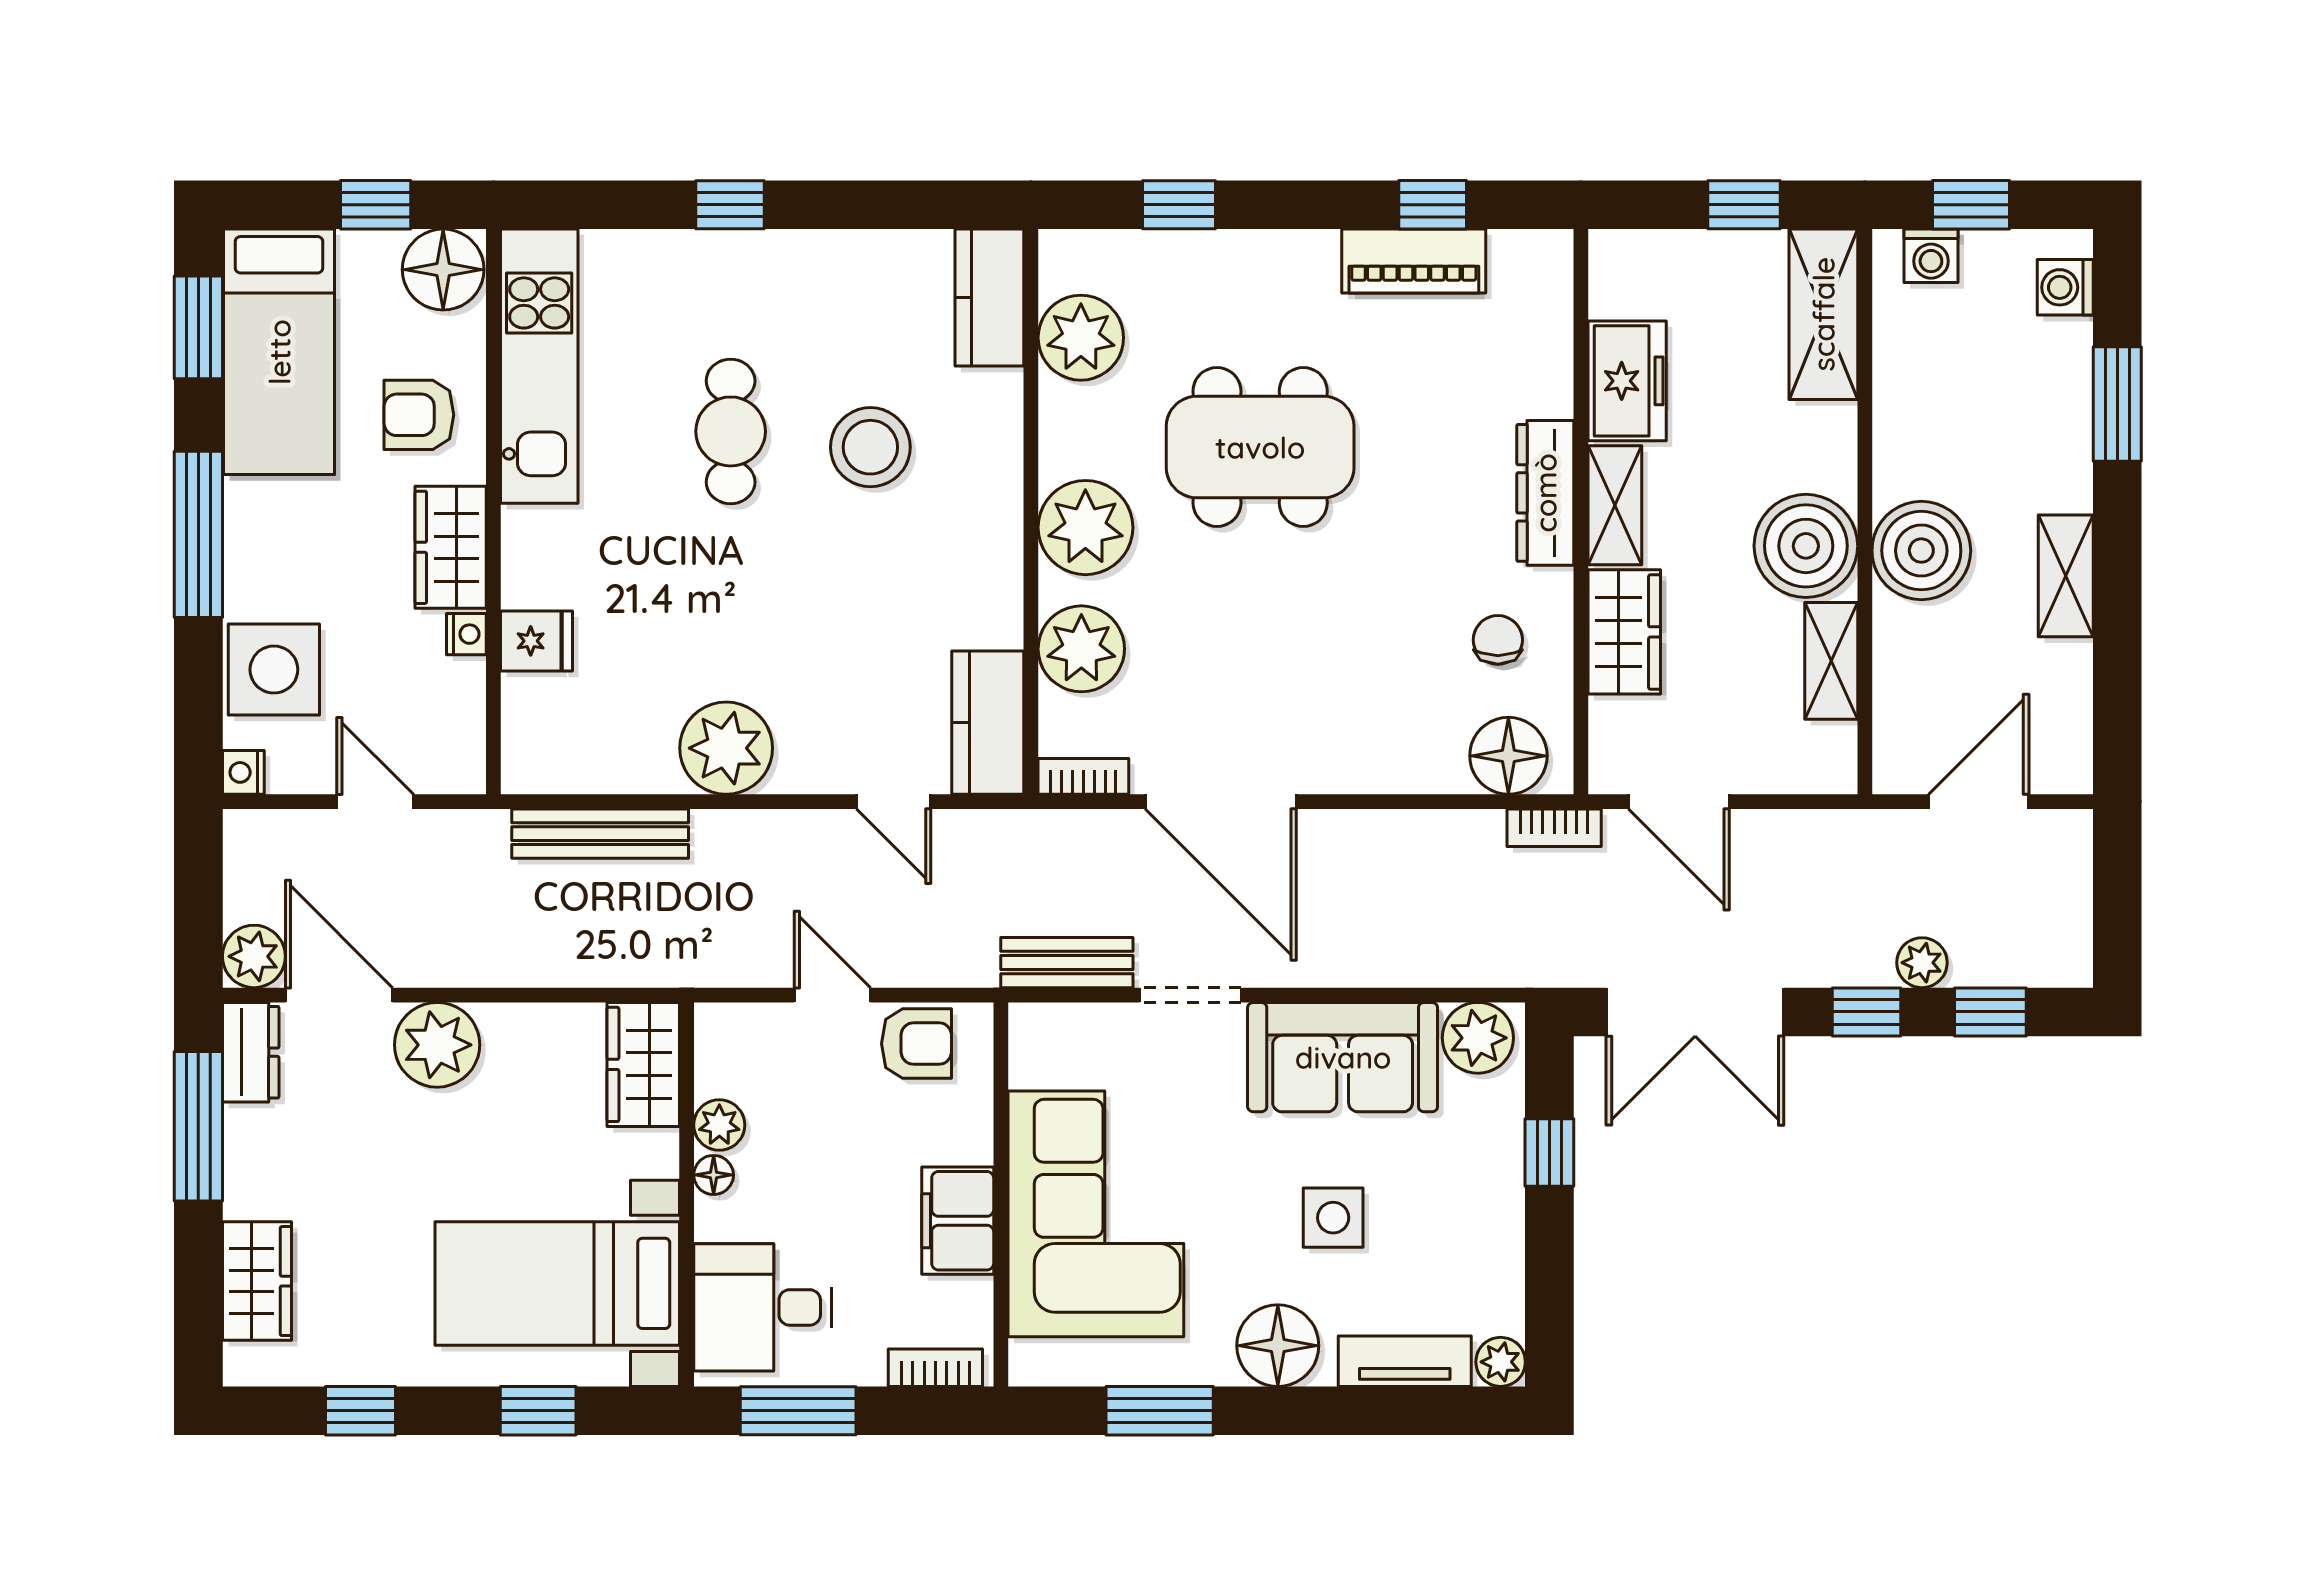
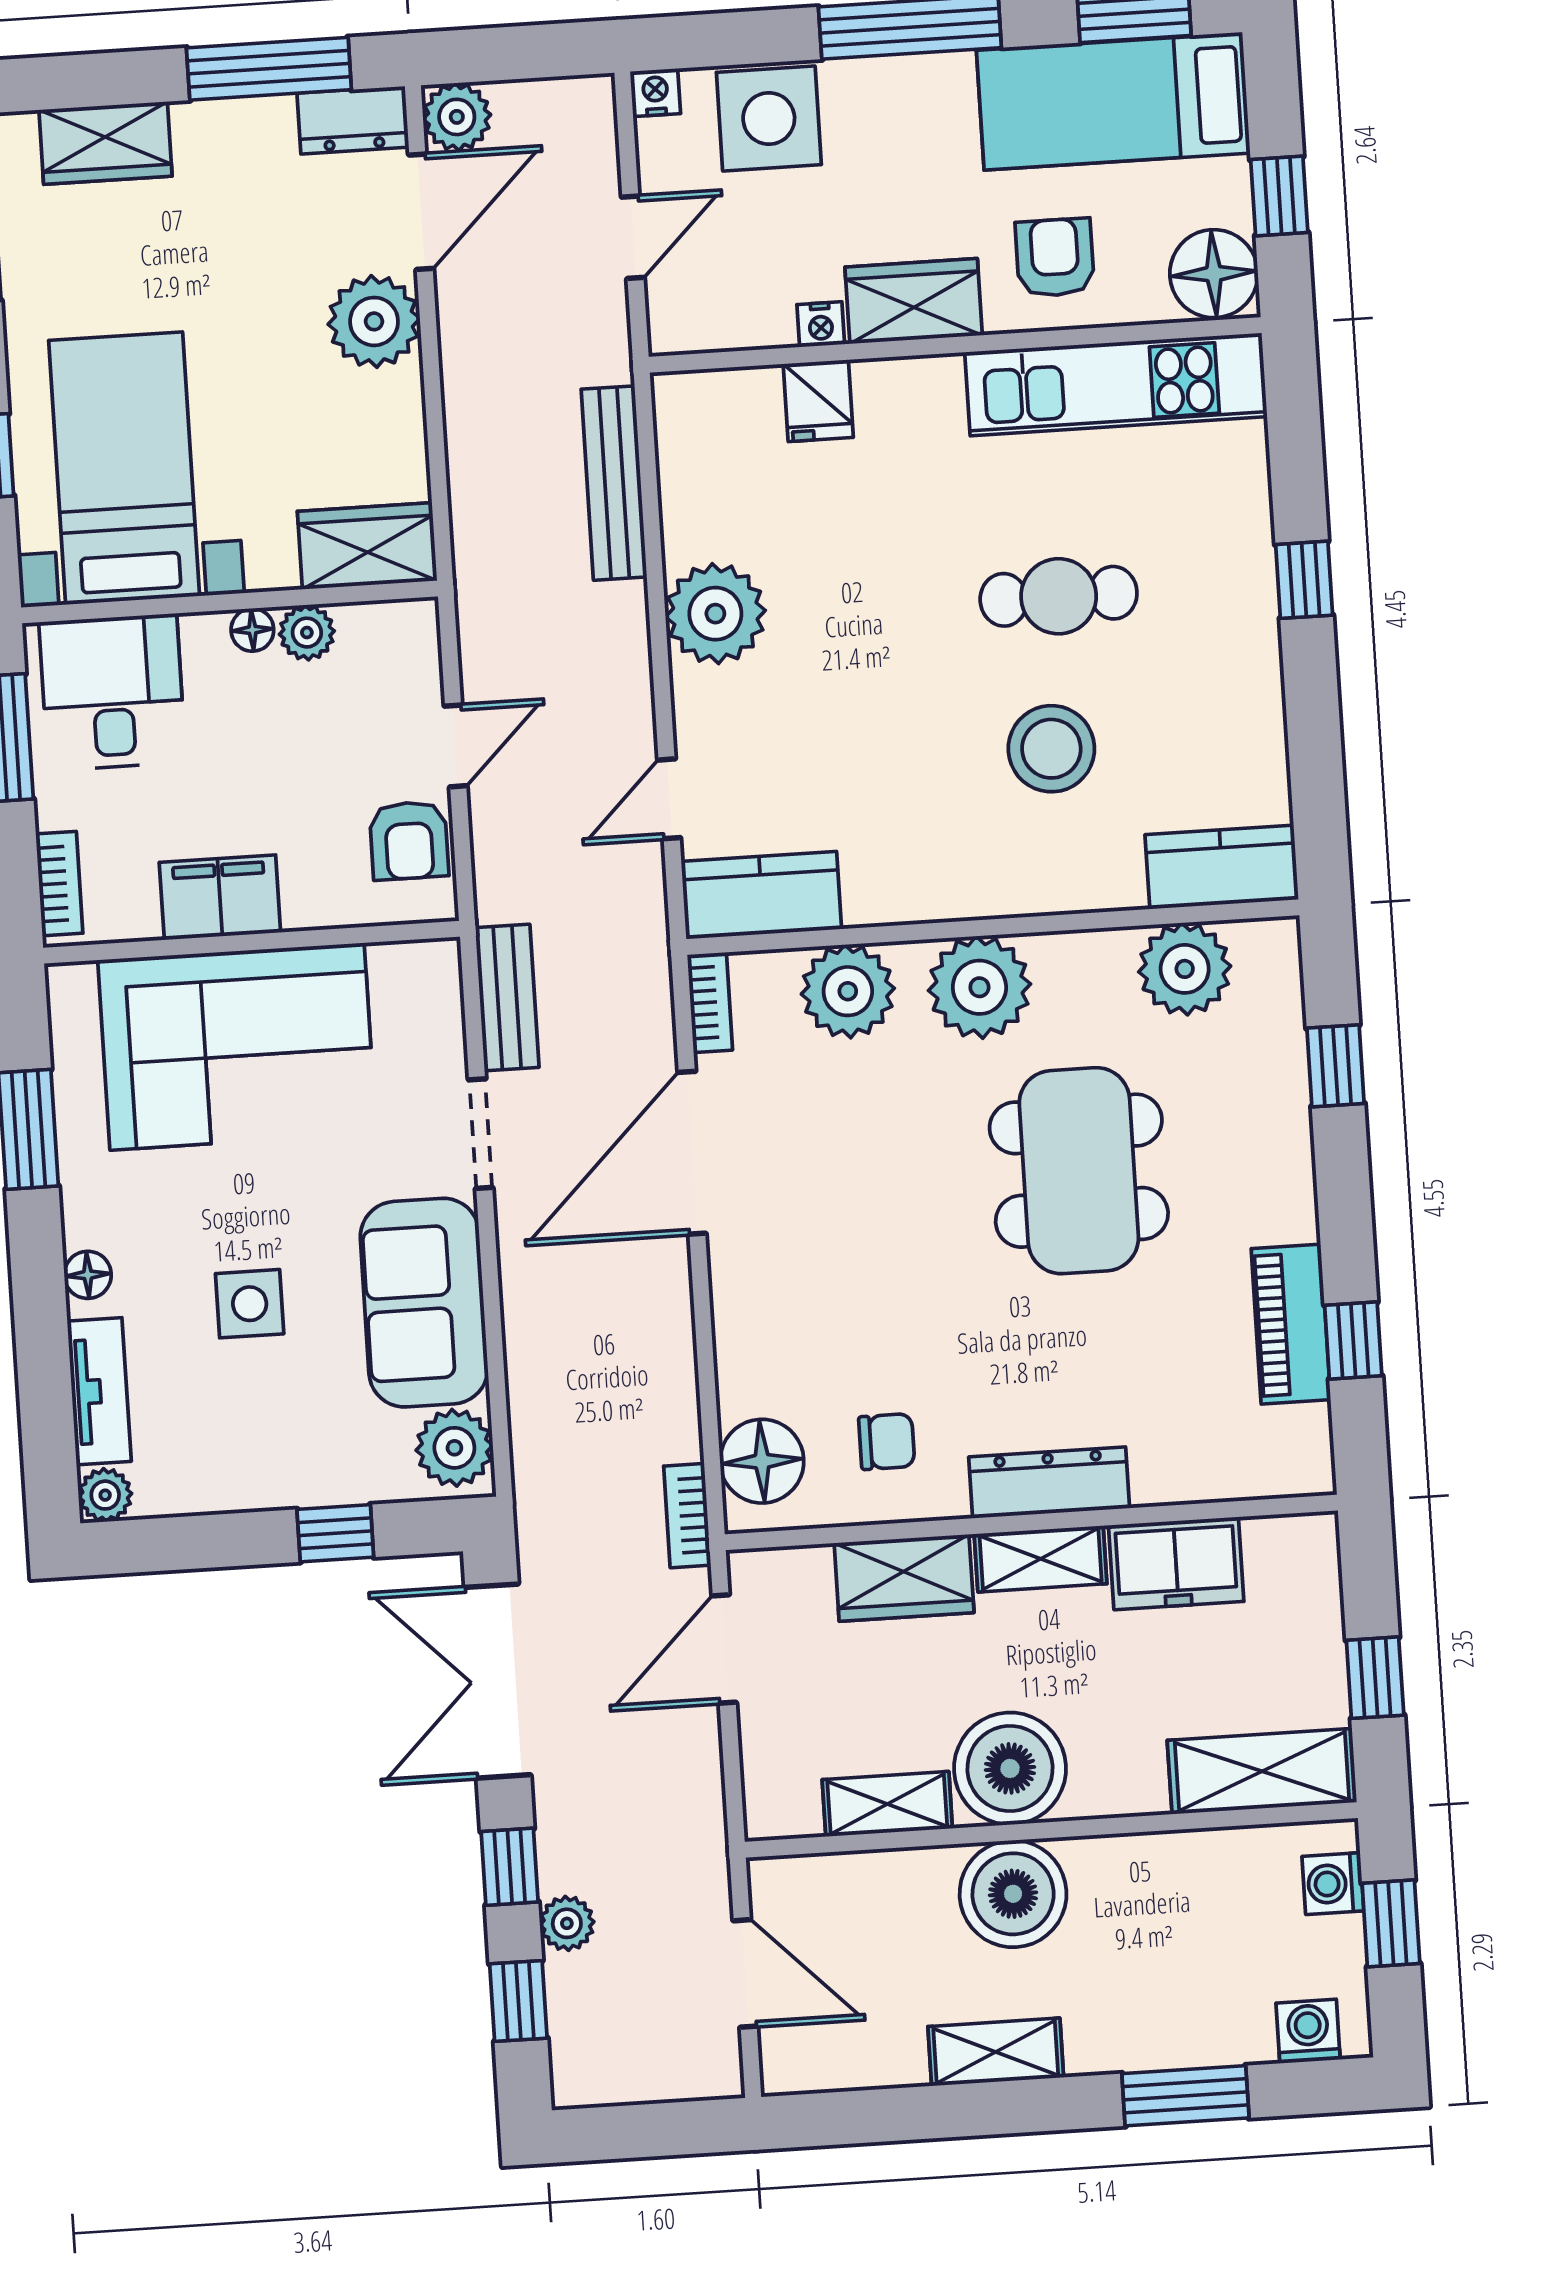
floor lamp: (1278, 1346) -> (88, 1275), width x0.53, depth x0.53

